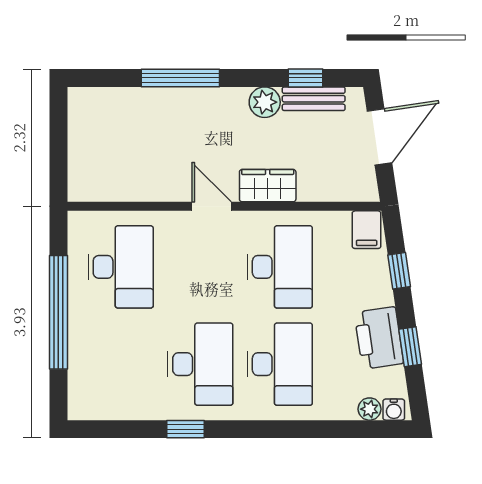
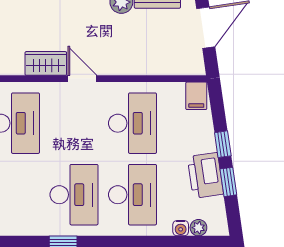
wardrobe: (268, 186) -> (46, 63), moved
window: (399, 271) -> (223, 144), moved
water cooler: (394, 410) -> (181, 228), moved

